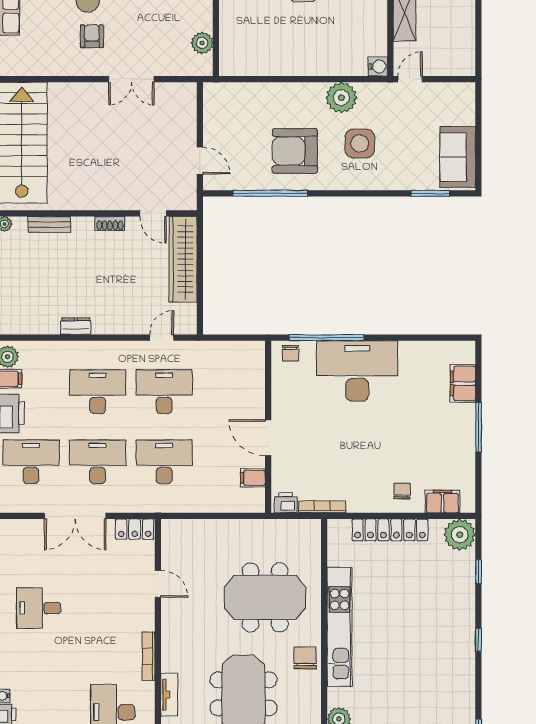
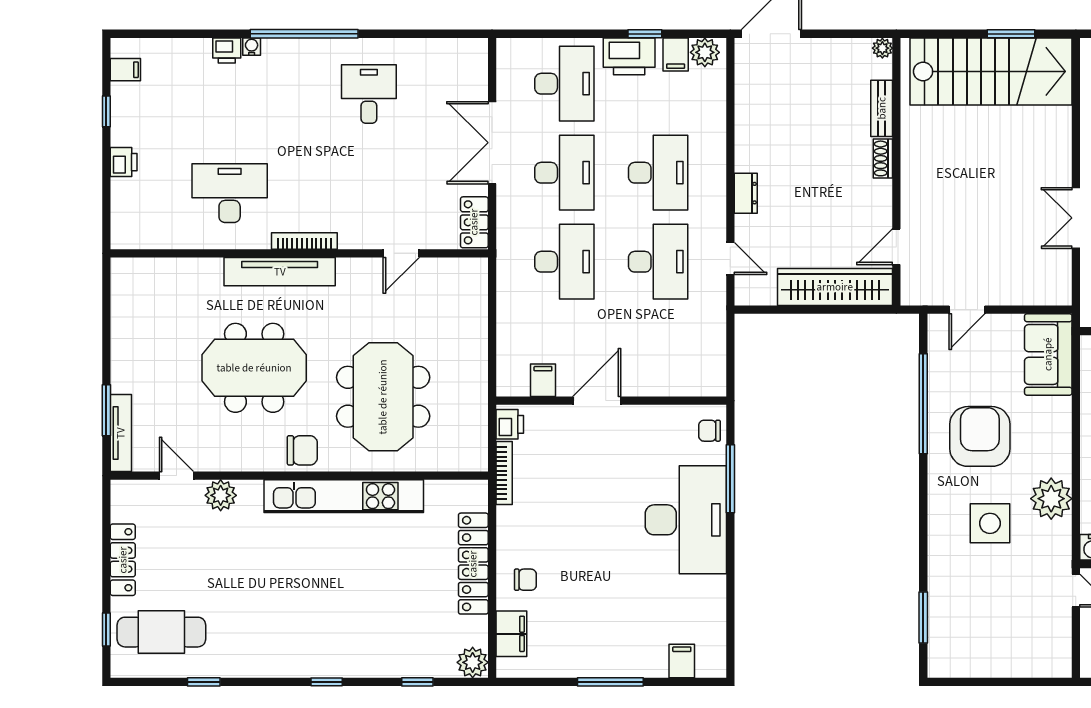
sofa: (458, 157) -> (1048, 354), moved, turned -90
shoe rack: (110, 224) -> (883, 158), moved
dresser: (76, 326) -> (746, 193), moved
window: (326, 338) -> (730, 479), width x0.68
filing cabinet: (463, 383) -> (682, 661), width x0.50
plant: (460, 535) -> (473, 662), width x0.73, depth x0.73
tv unit: (169, 695) -> (280, 272), width x1.92, depth x1.29

